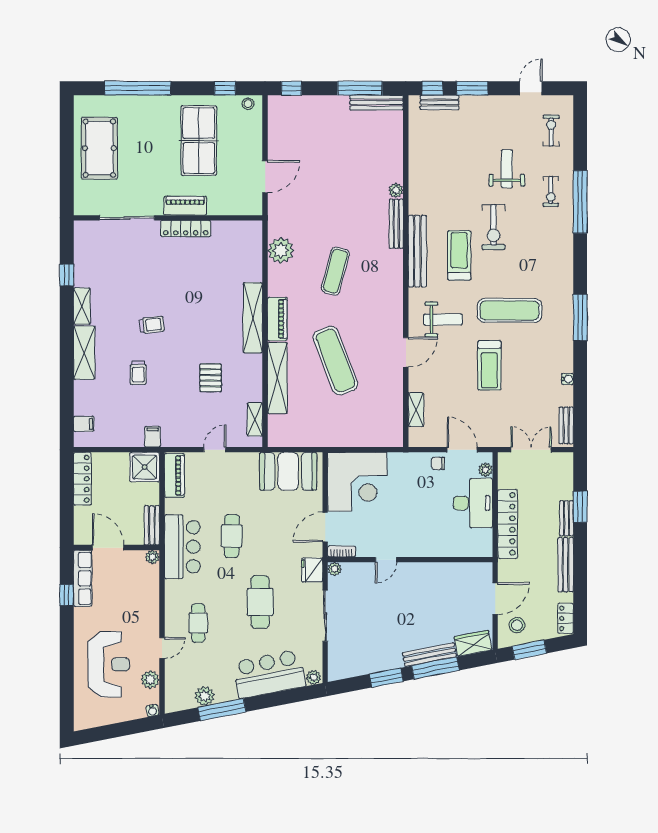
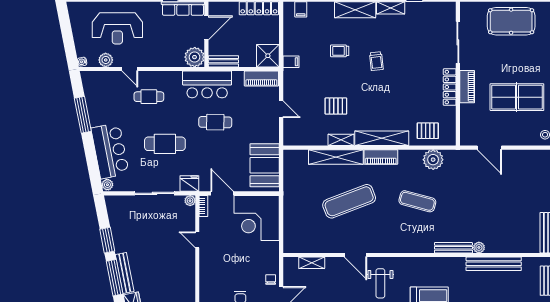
bench: (417, 251) -> (494, 264), moved
pallet: (243, 257) -> (428, 131), added
shelving: (255, 419) -> (341, 140), moved
plant: (152, 557) -> (195, 57), width x1.87, depth x1.87
plant: (205, 696) -> (93, 102), removed

